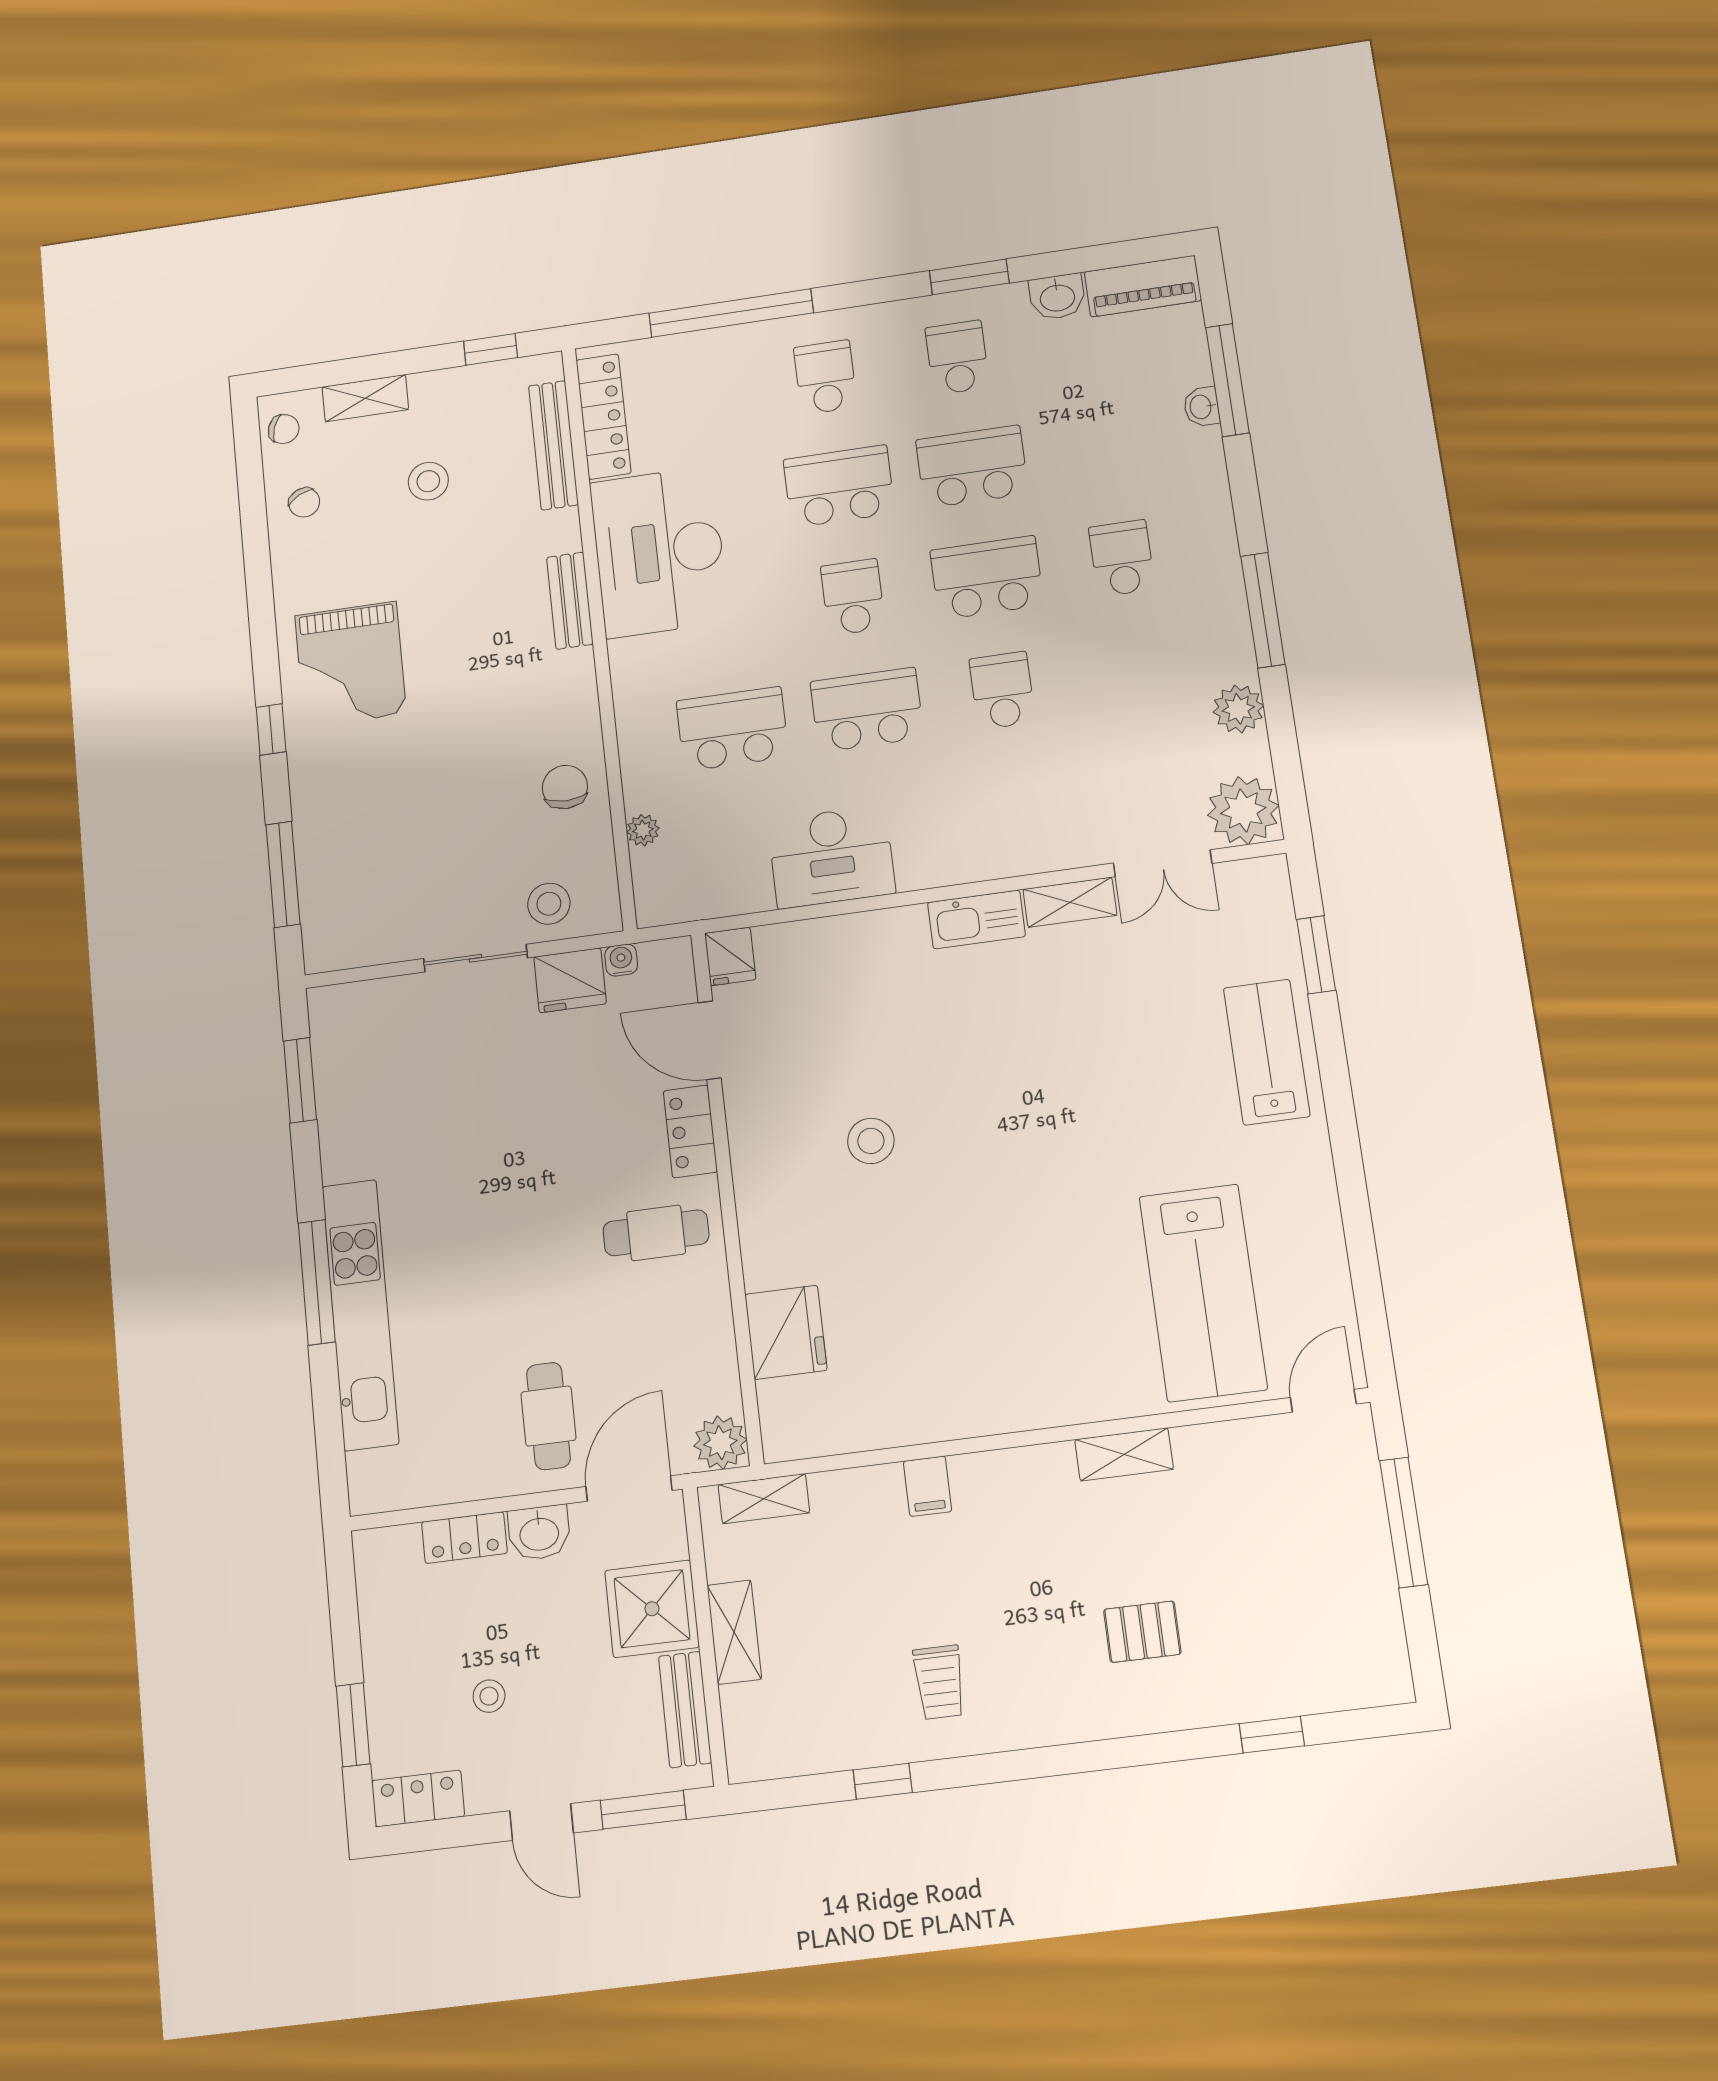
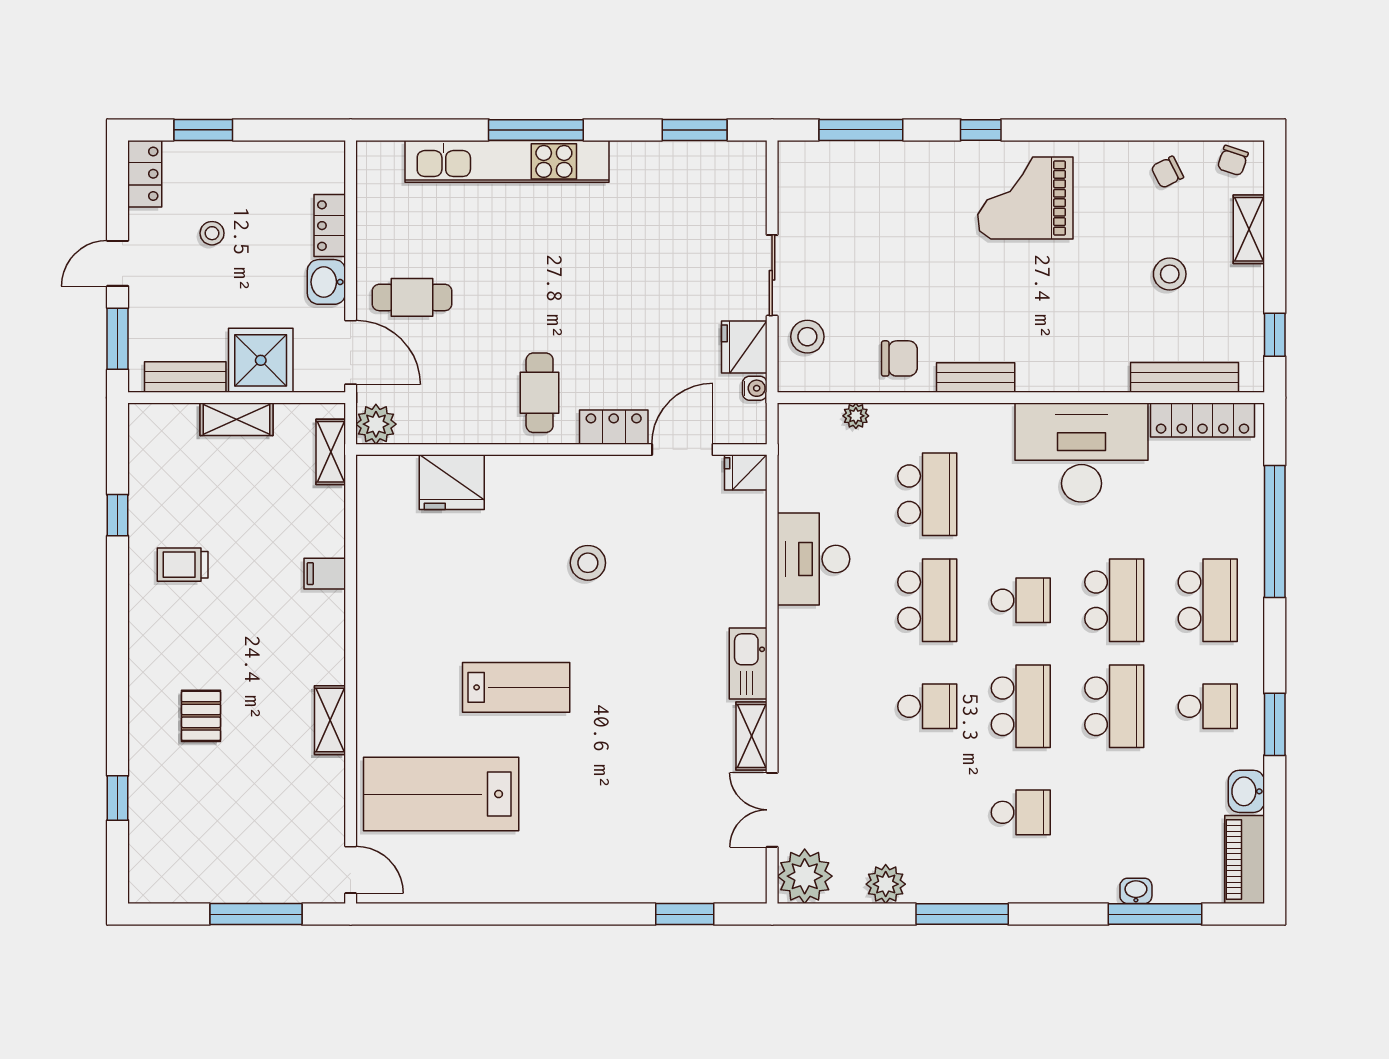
school desk: (825, 377) -> (1208, 600), width x1.85
bench: (570, 601) -> (976, 378), moved
lab bench: (1267, 1052) -> (516, 687), moved

